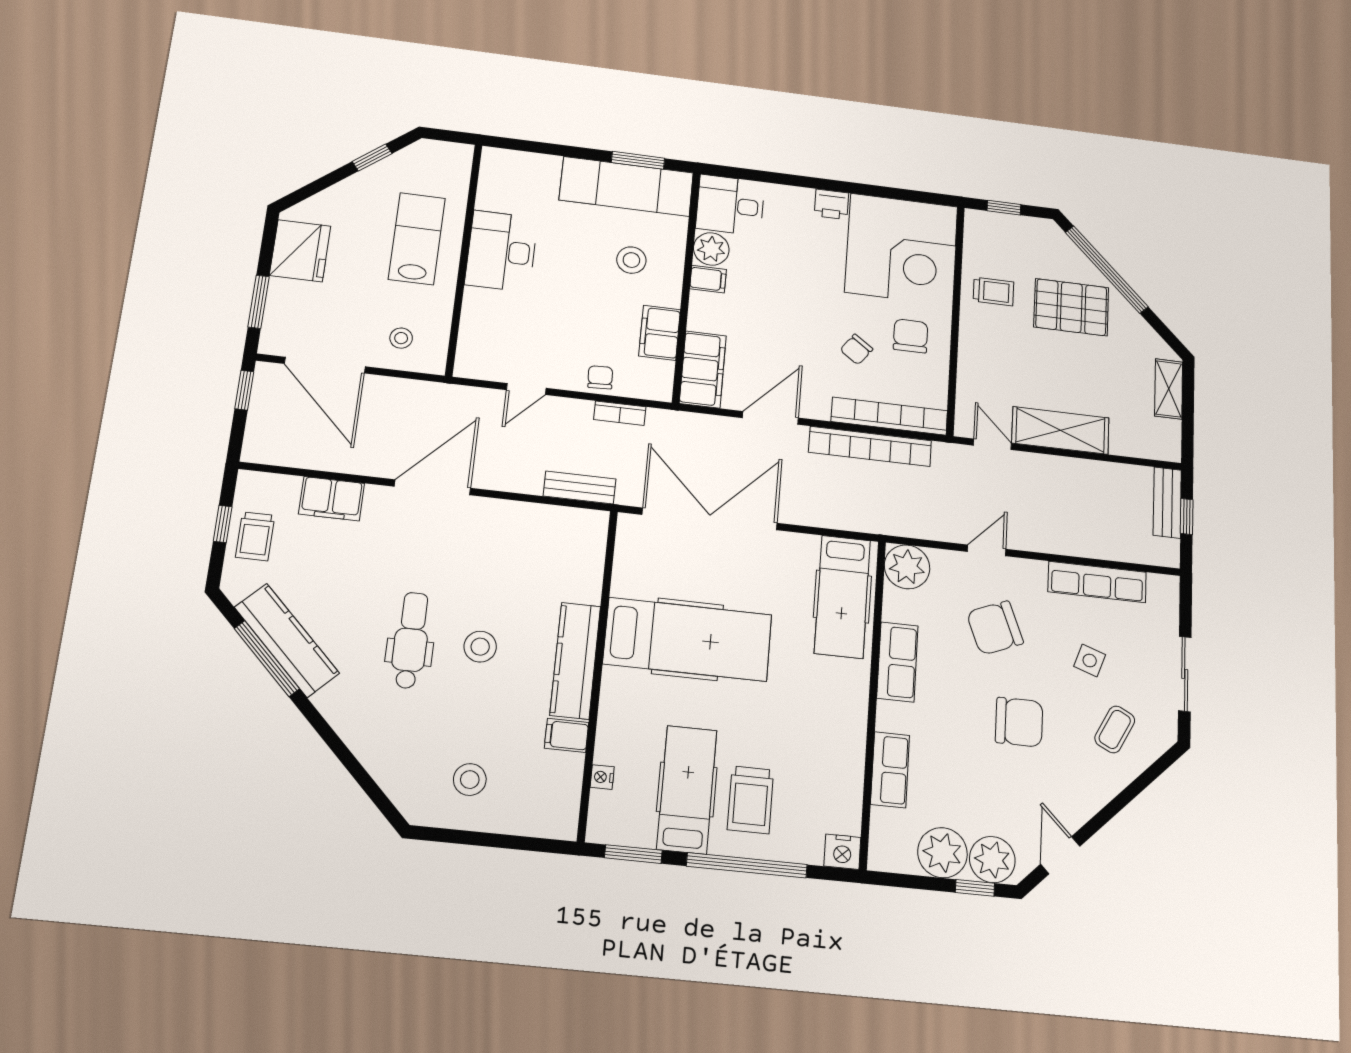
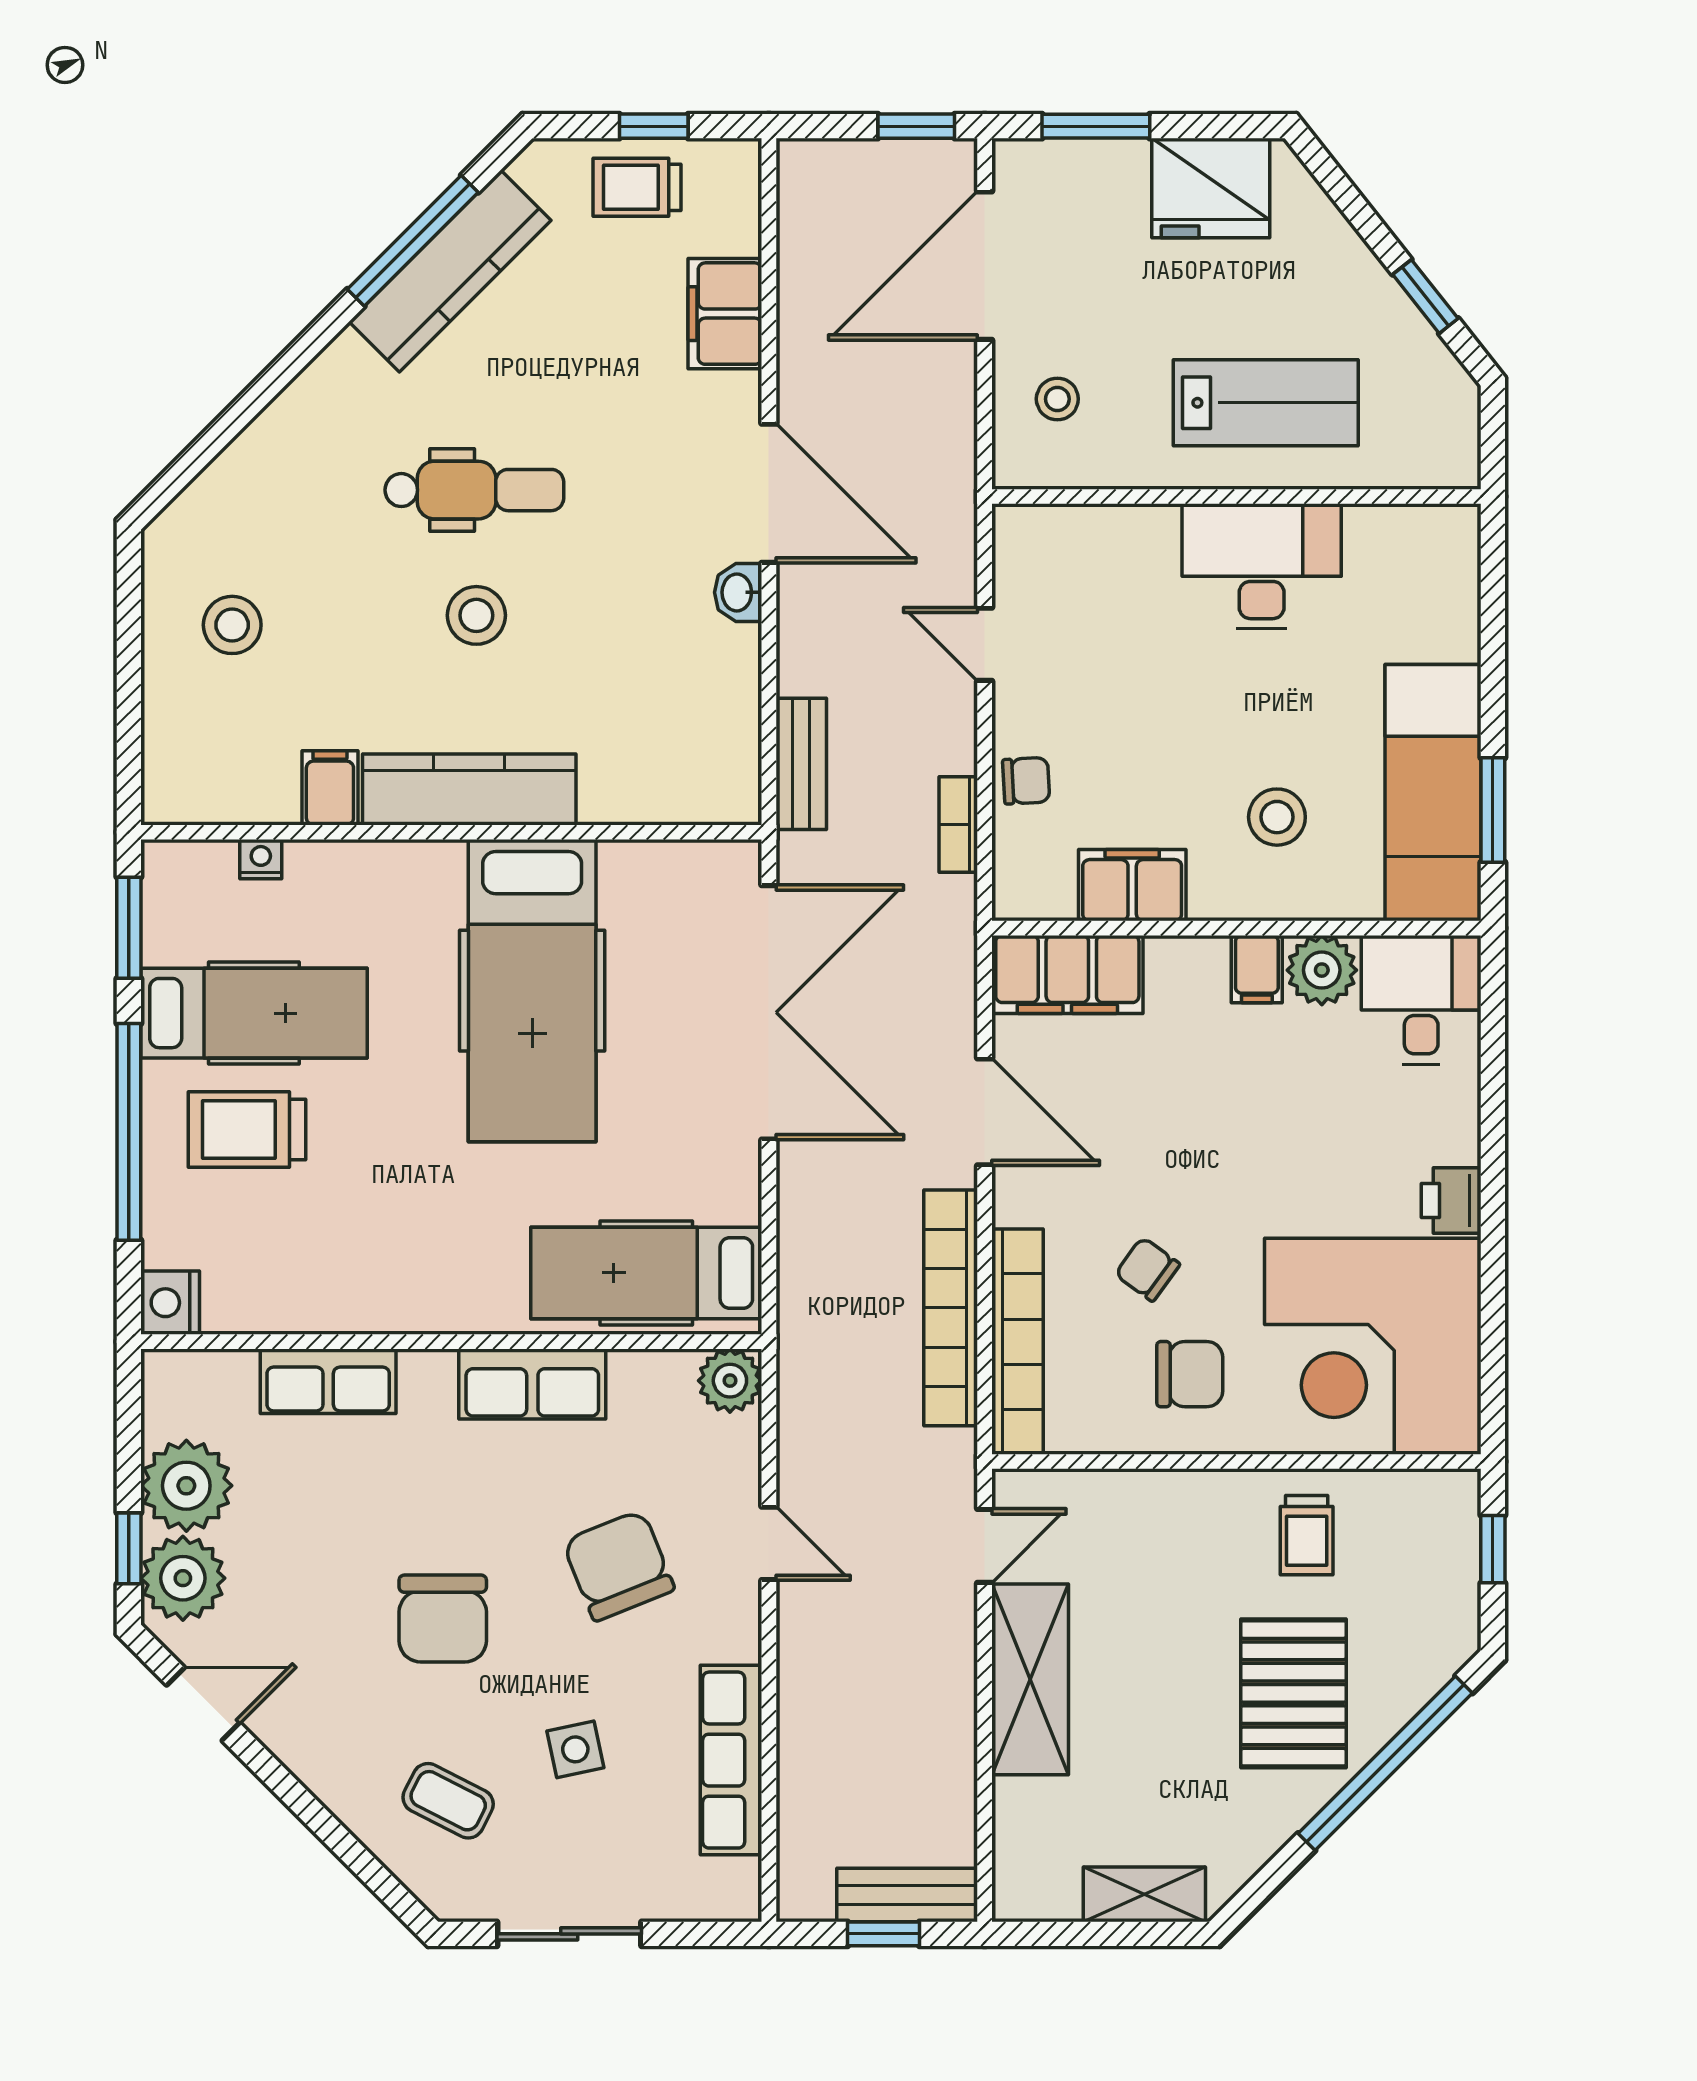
washbasin: (484, 509) -> (738, 592), added
plant: (907, 567) -> (730, 1381), width x0.73, depth x0.73
side table: (1090, 660) -> (575, 1749), turned -31

